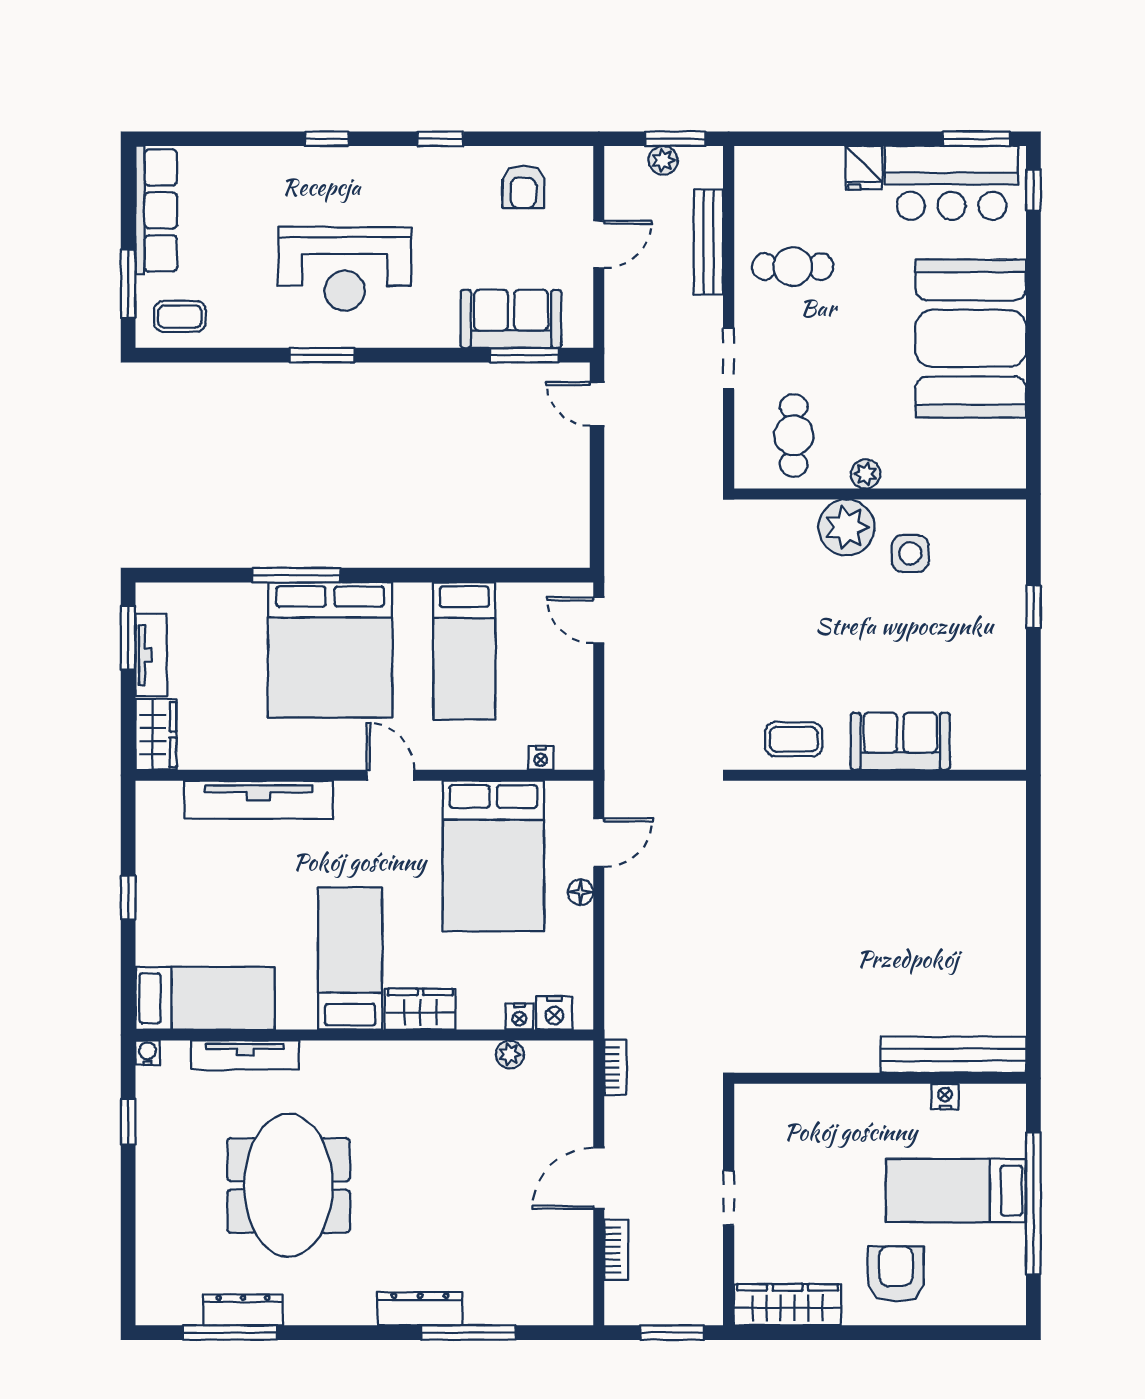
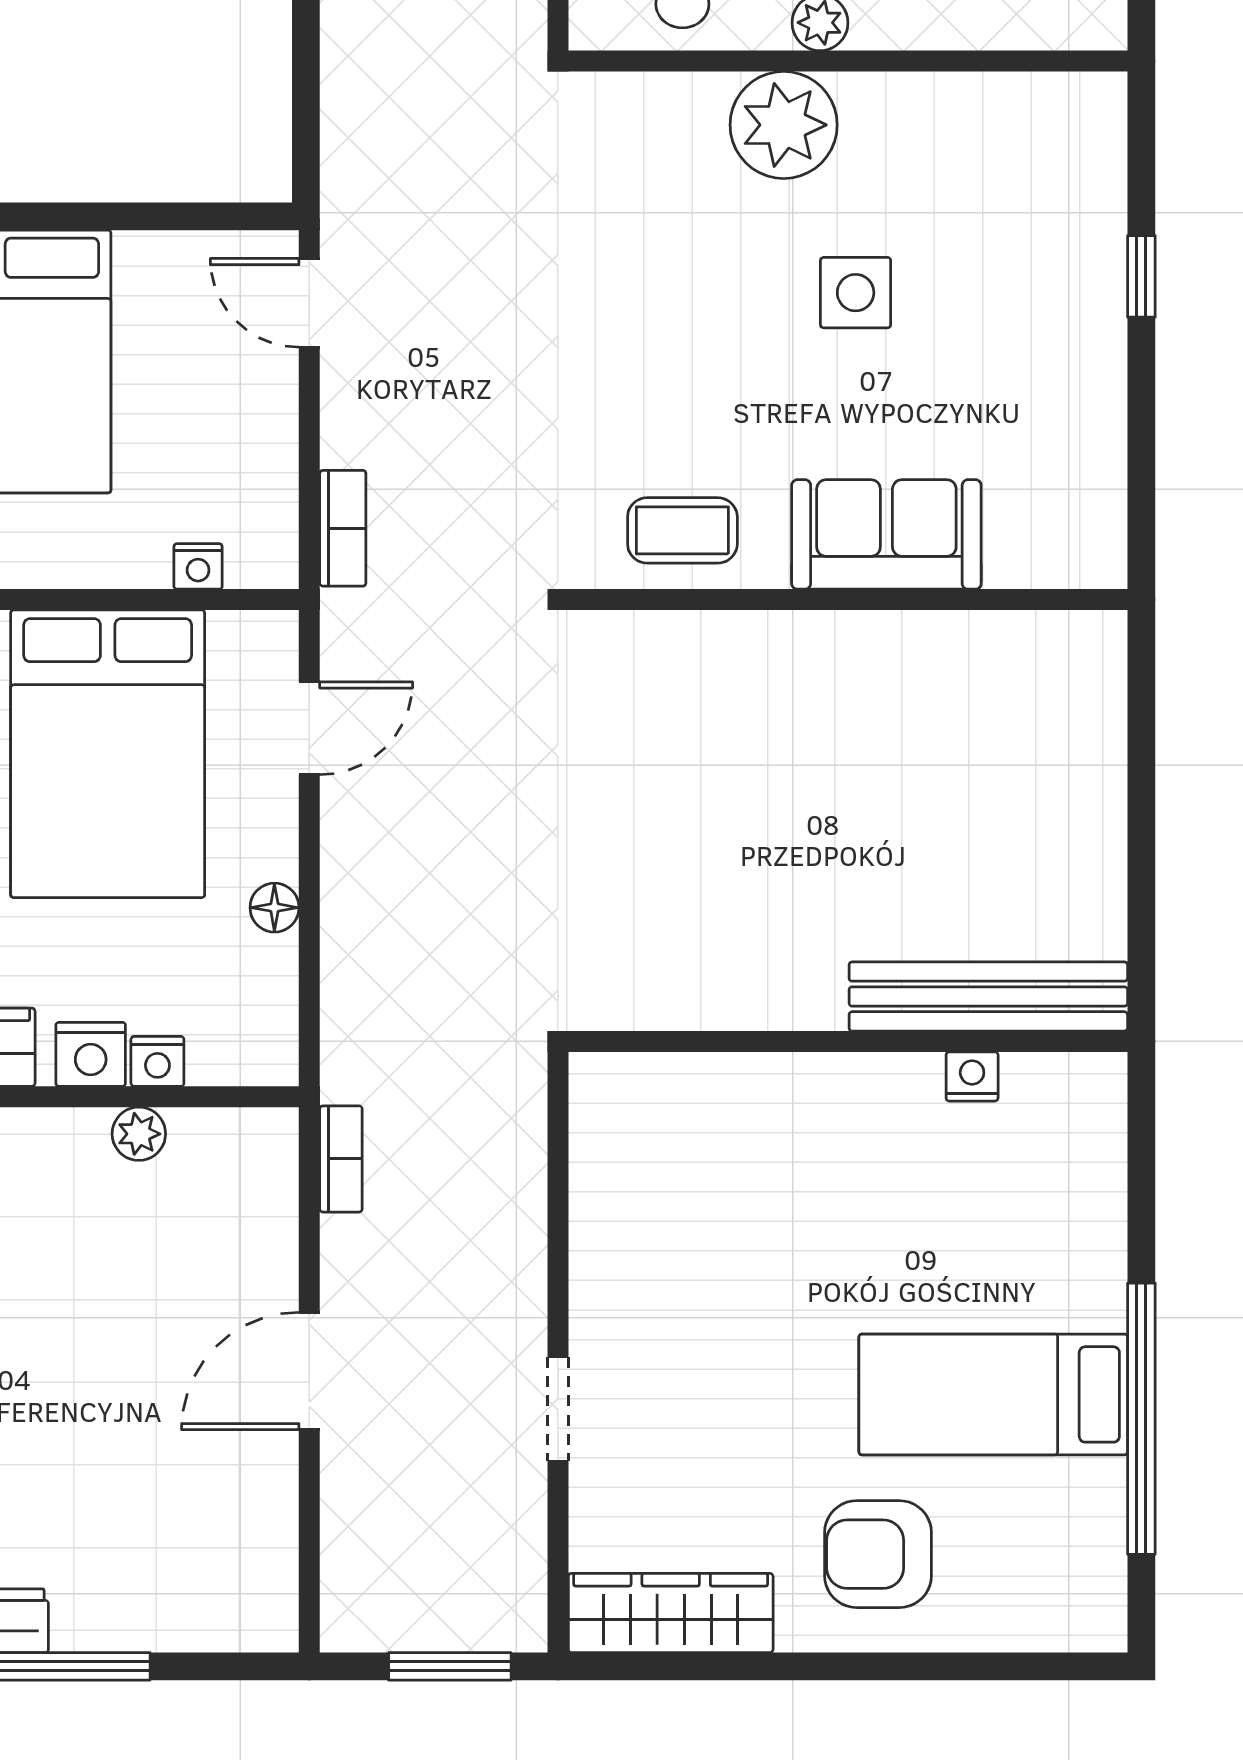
side table: (910, 553) -> (856, 293), moved
floor lamp: (581, 892) -> (274, 908), moved
nightstand: (554, 1013) -> (91, 1054), moved
bench: (953, 1055) -> (988, 996), moved
wall: (880, 1078) -> (848, 1041), moved
nightstand: (945, 1097) -> (972, 1076), moved
bookcase: (616, 1250) -> (343, 528), moved
armchair: (896, 1274) -> (878, 1554), turned -90

